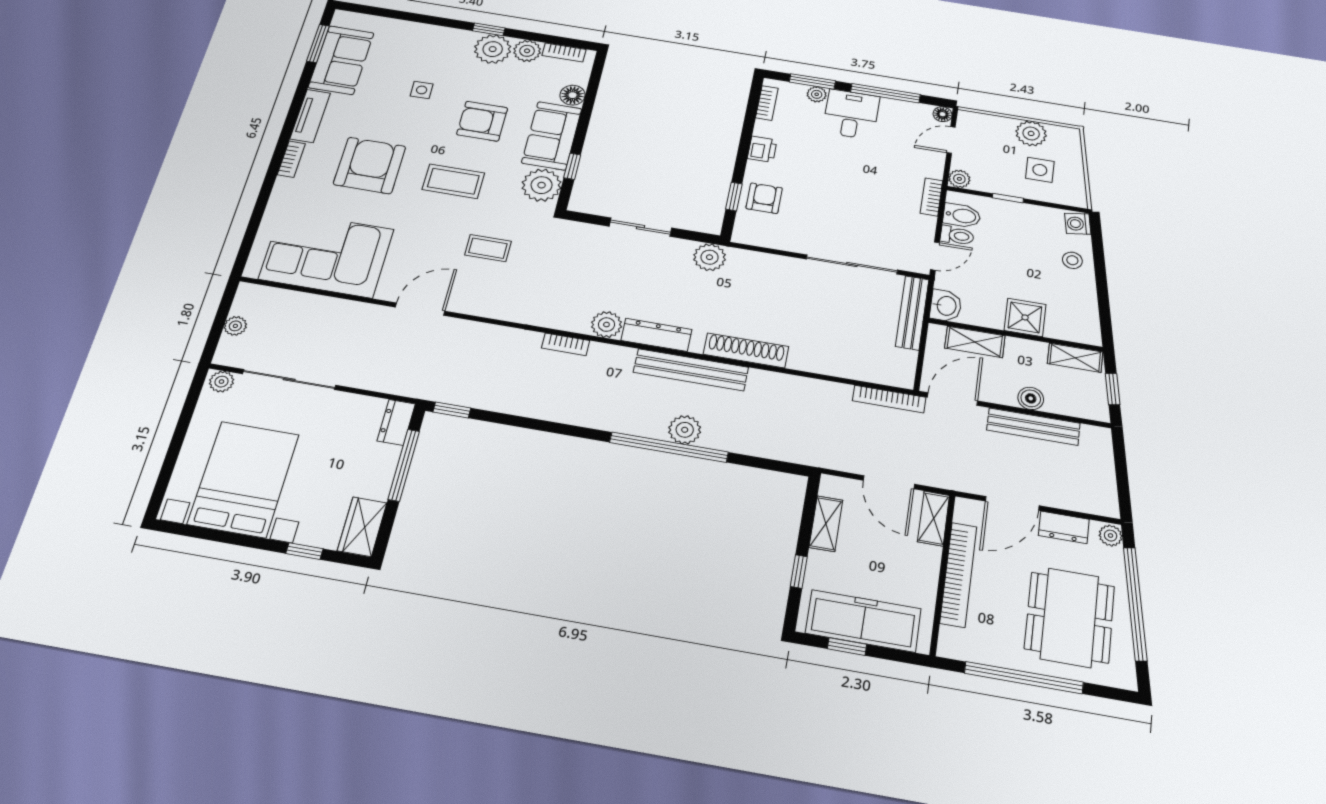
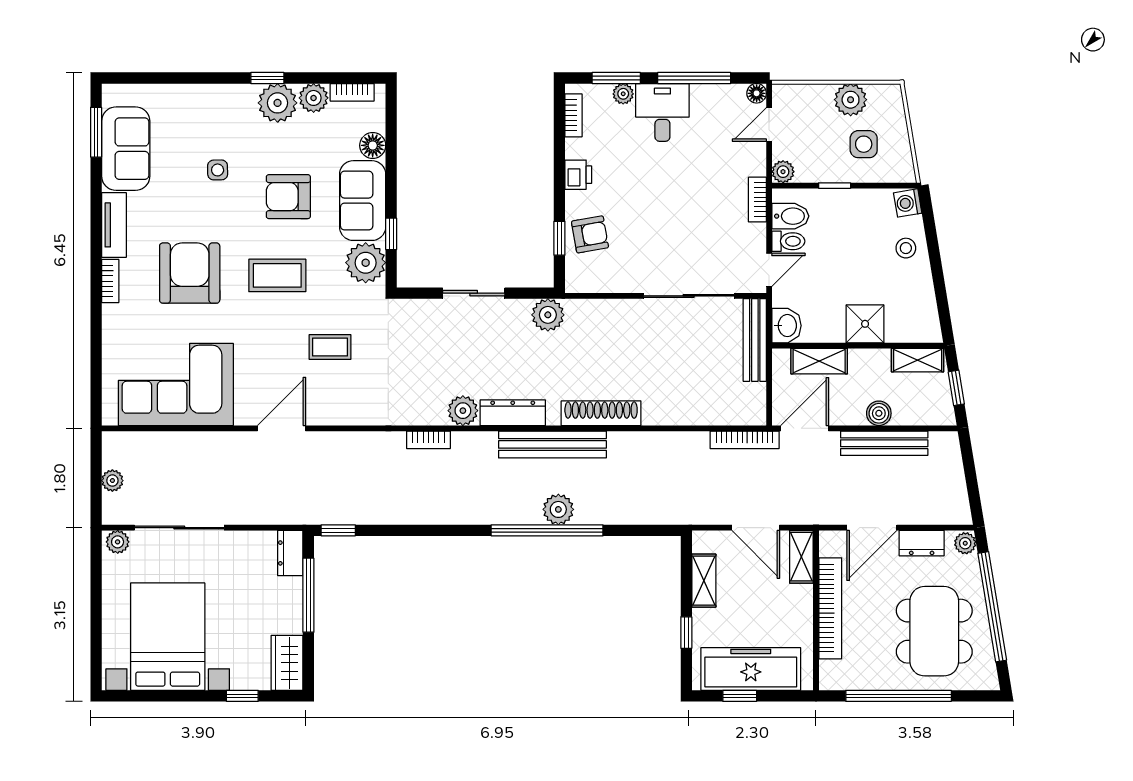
armchair: (764, 198) -> (590, 234), turned 80

